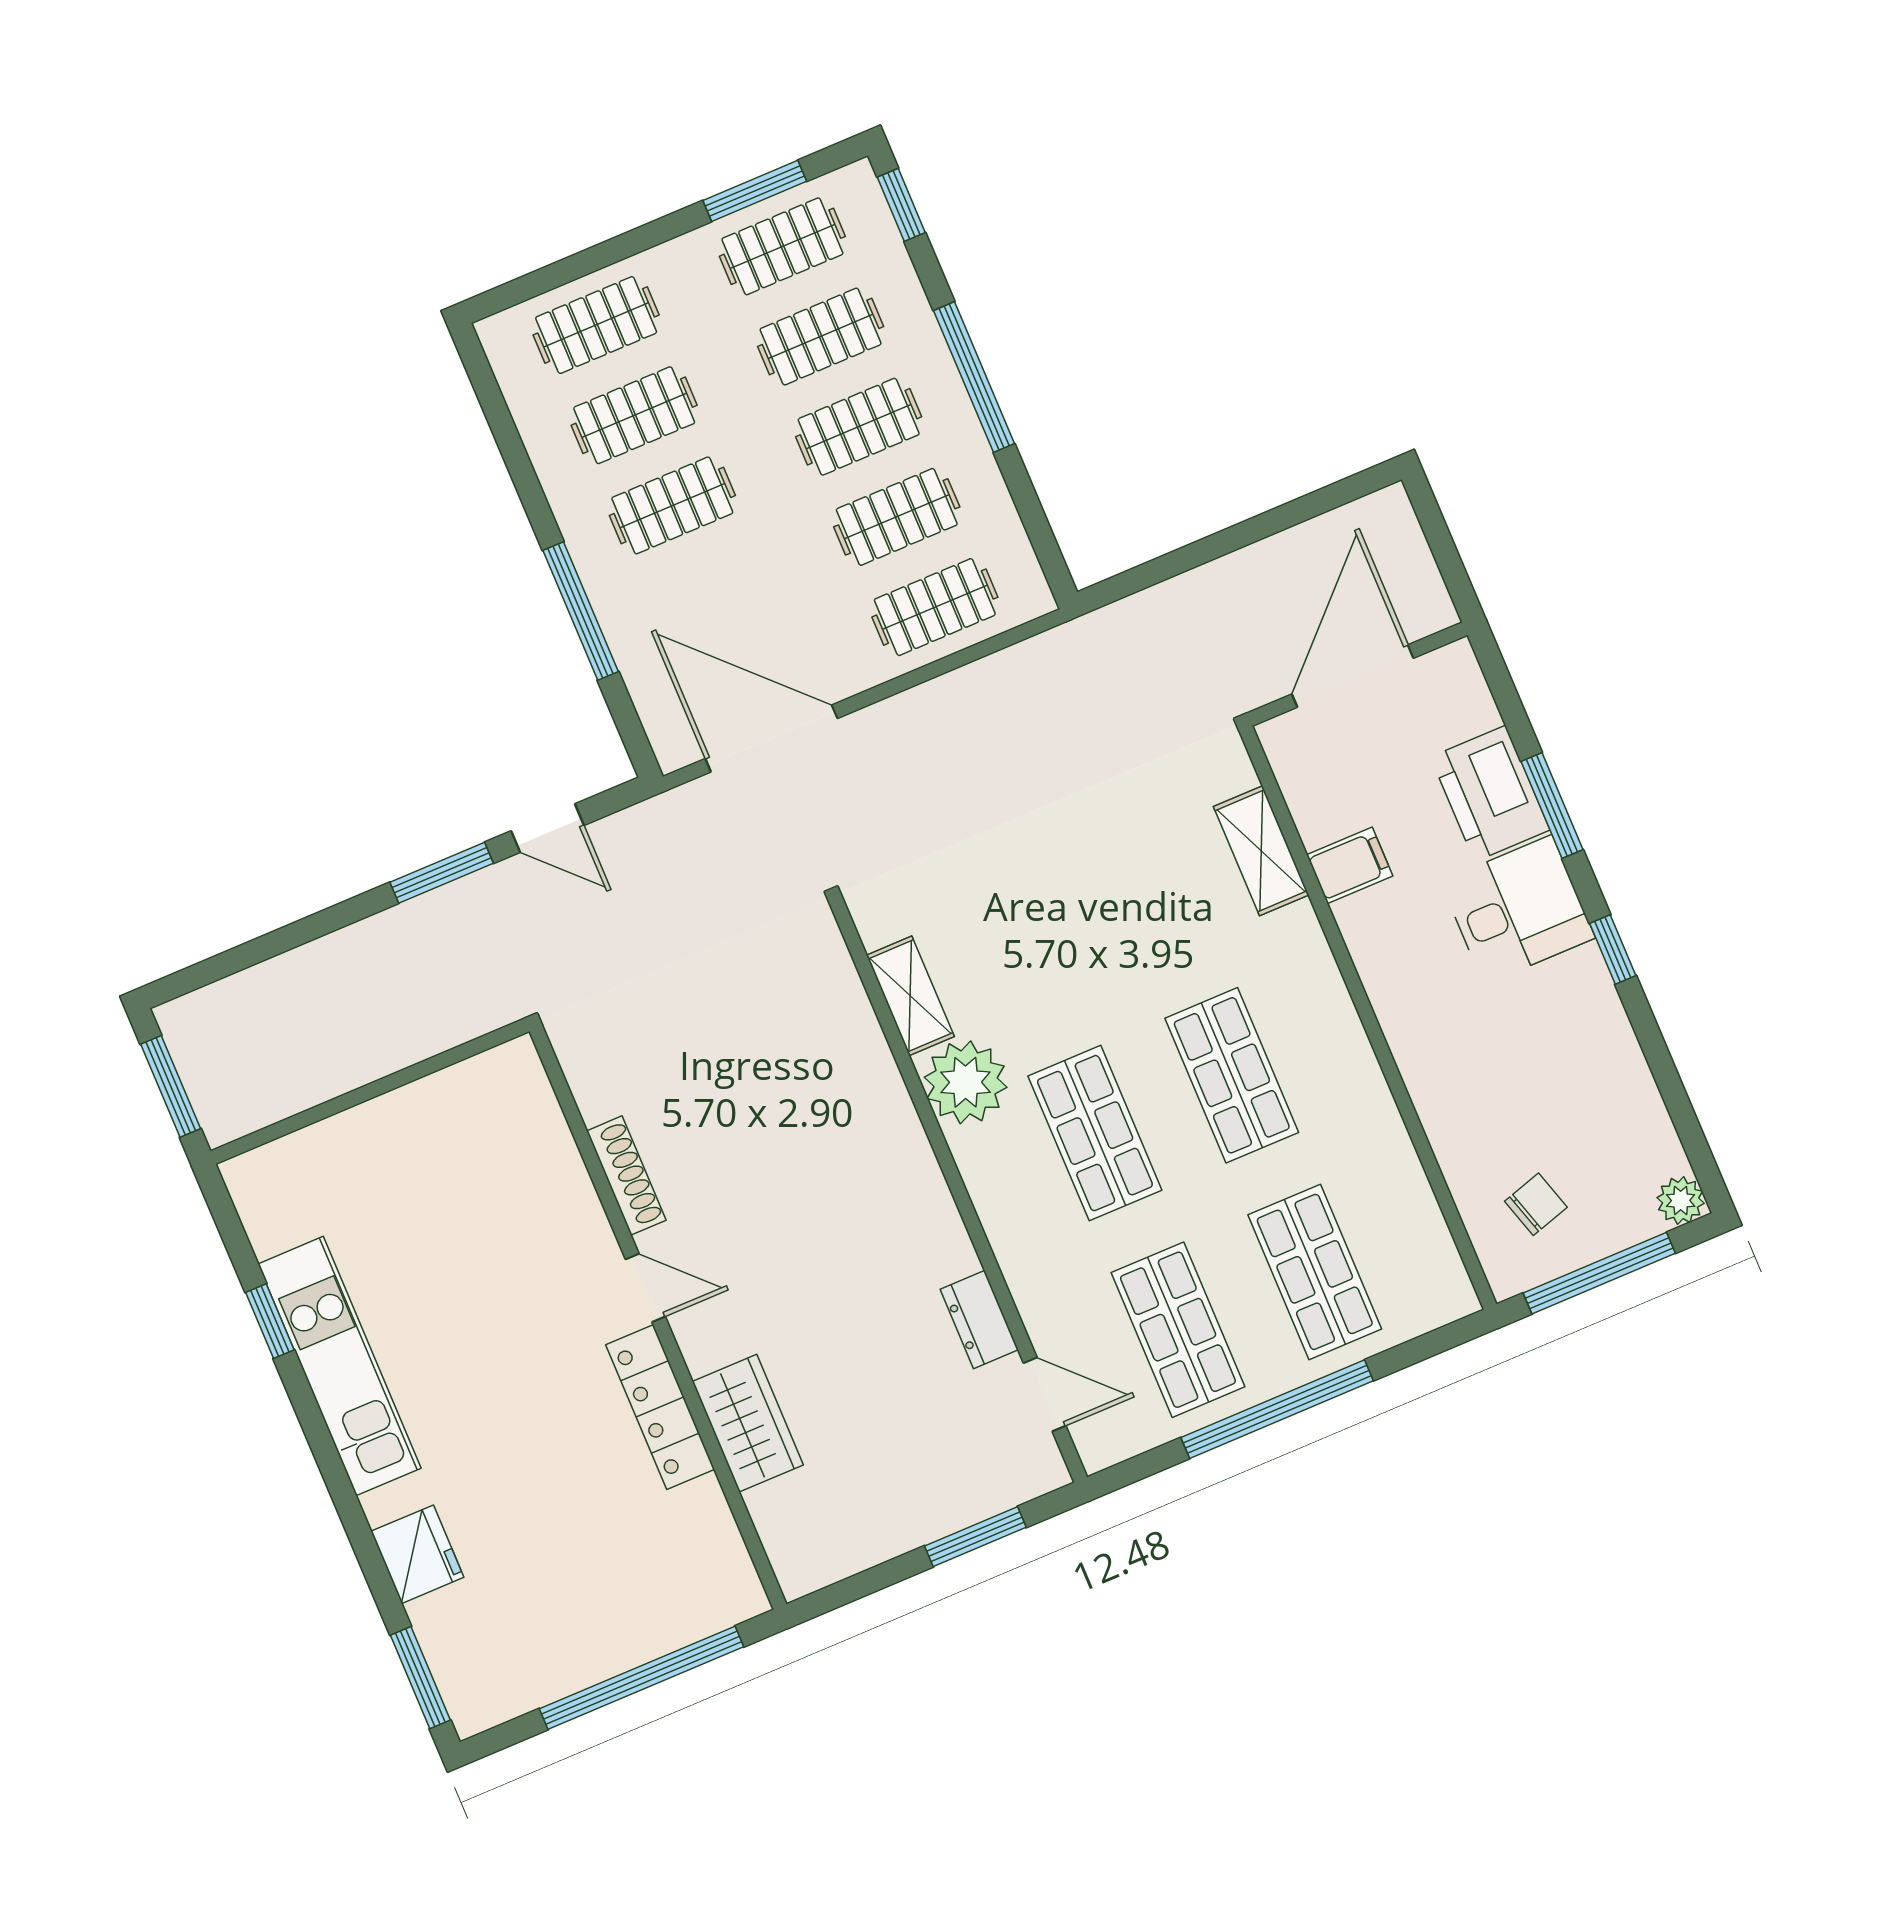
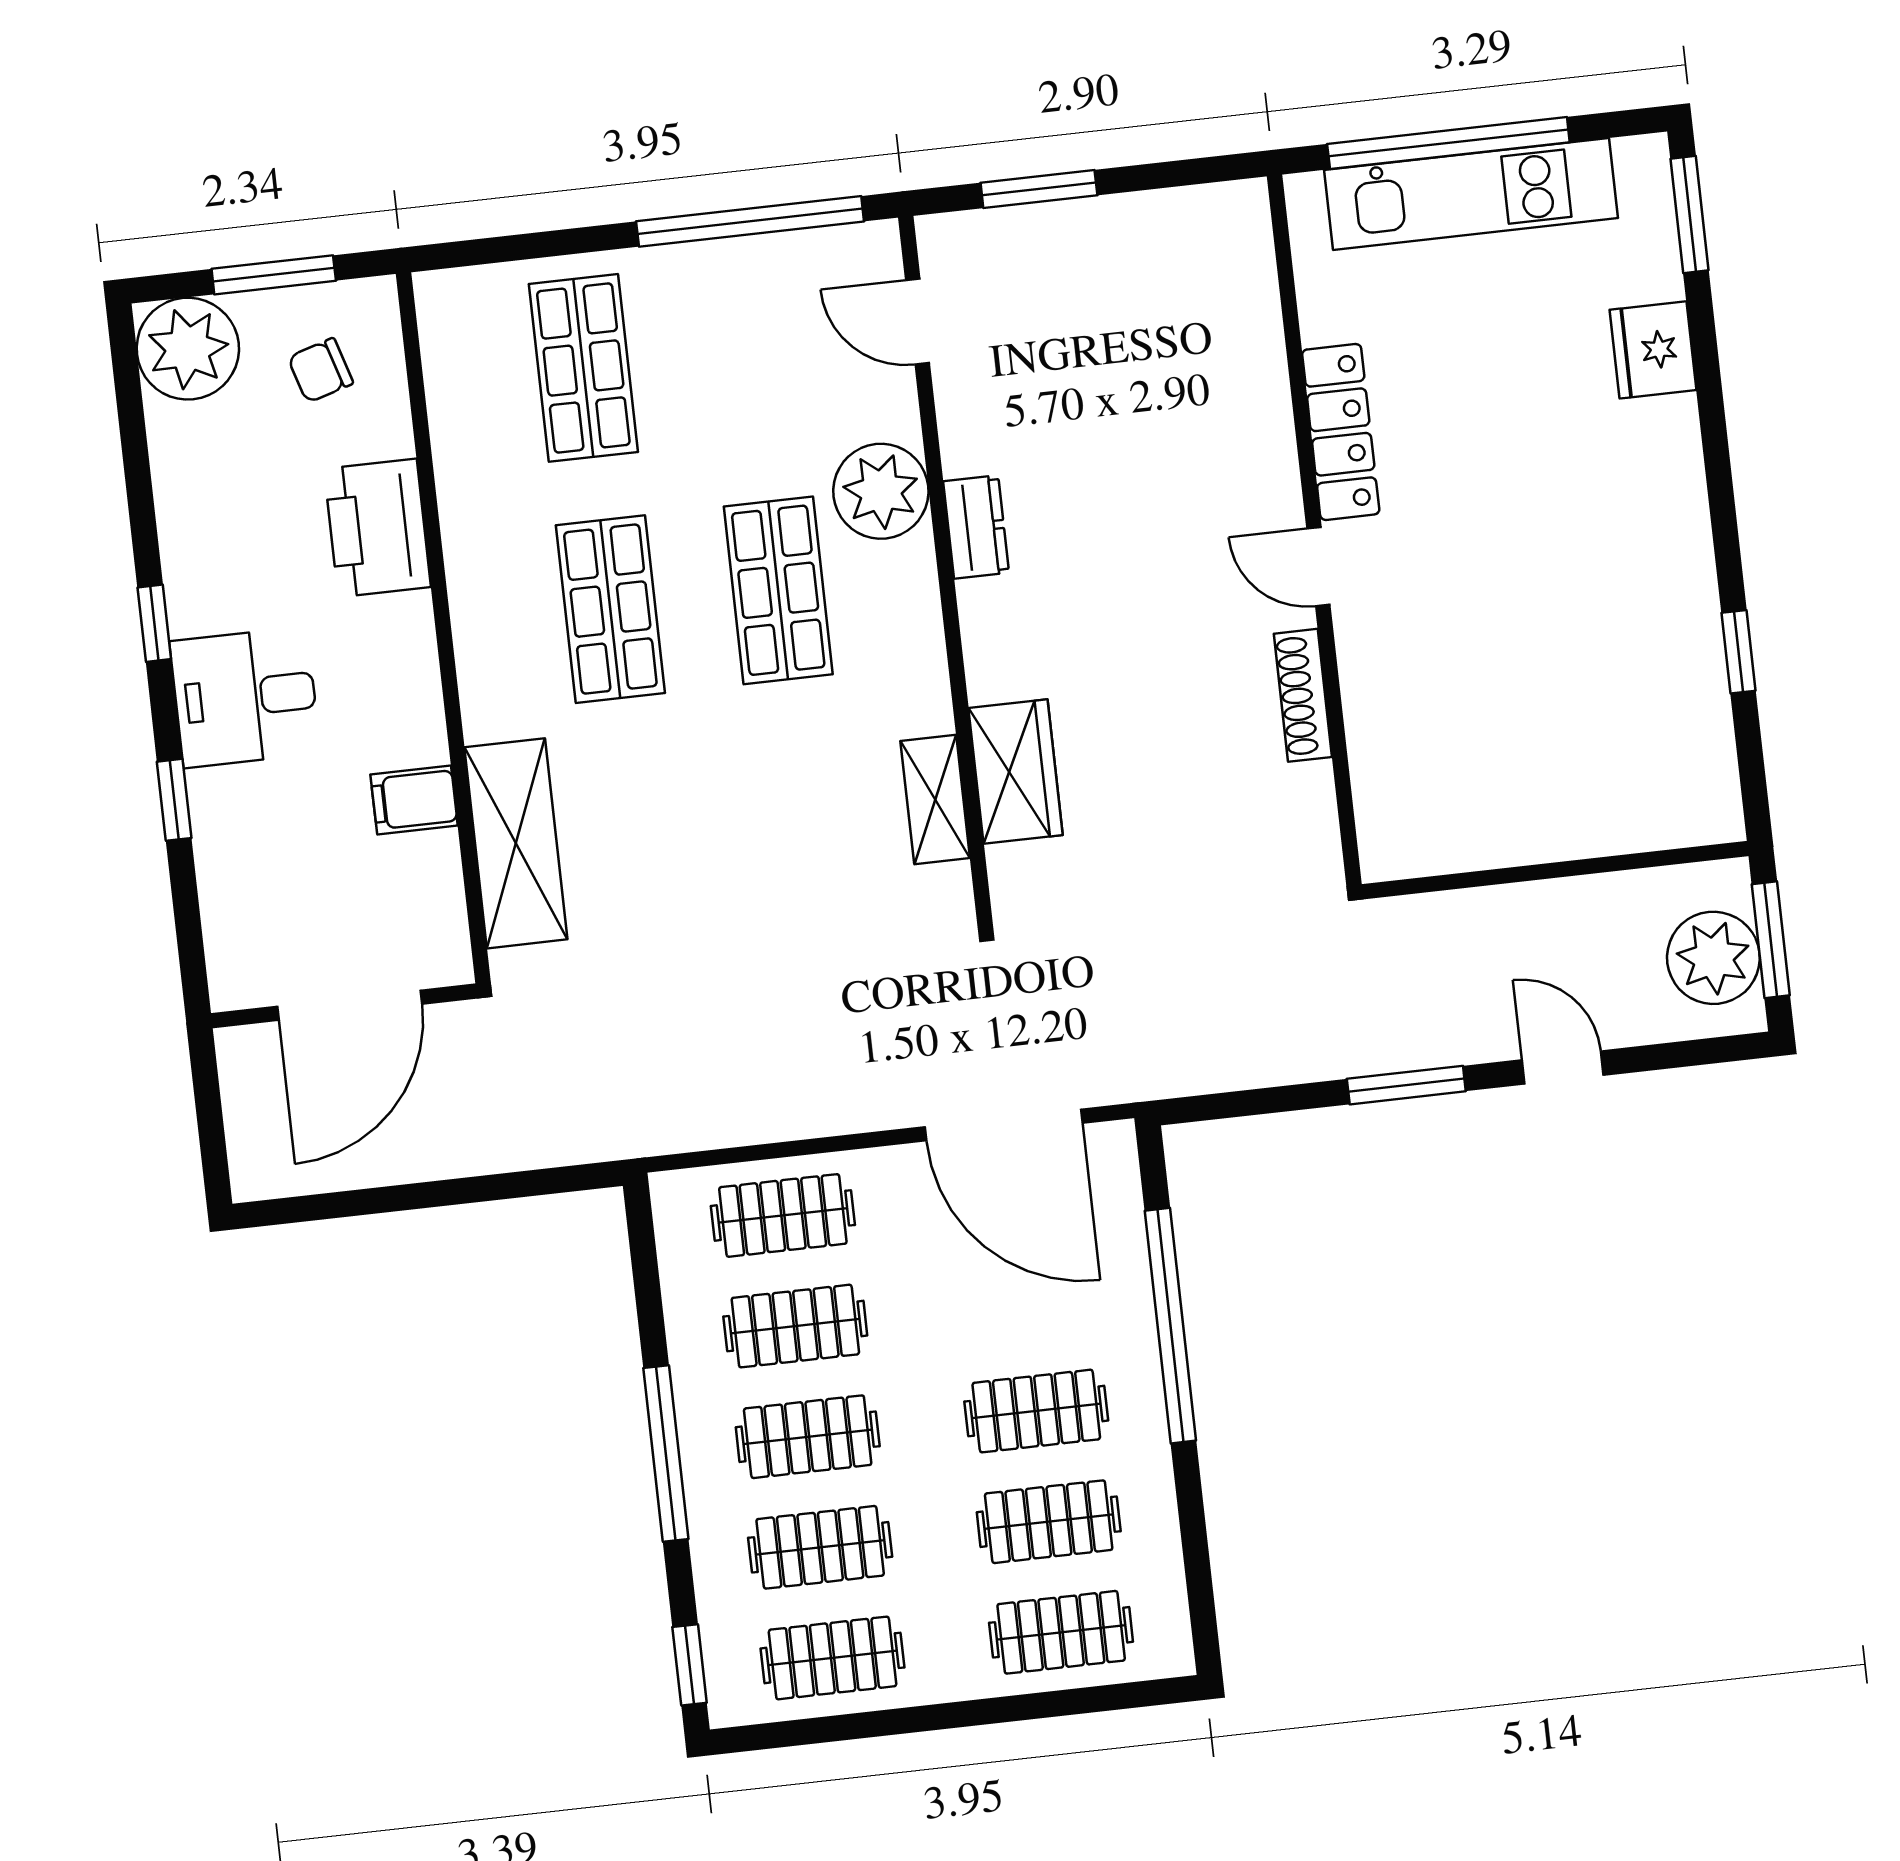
window: (755, 191) -> (845, 1727), removed
window: (581, 611) -> (1170, 1326), width x1.46
printer: (1490, 793) -> (377, 528), moved, turned 180
window: (1552, 806) -> (174, 800), width x0.67
door: (547, 828) -> (1563, 1067), moved
shelving: (1261, 851) -> (516, 843), width x1.50, depth x1.33
plant: (214, 1057) -> (1713, 958), added
plant: (966, 1082) -> (881, 491), moved
plant: (1681, 1200) -> (188, 349), width x1.87, depth x1.87
window: (1599, 1273) -> (274, 275), width x0.69
dresser: (979, 1320) -> (976, 527), moved
shop shelf: (1178, 1330) -> (751, 349), removed
kitchen unit: (340, 1366) -> (1471, 194), moved, turned -90
window: (1277, 1409) -> (750, 221), moved
wardrobe: (748, 1423) -> (1016, 772), moved, turned 180

